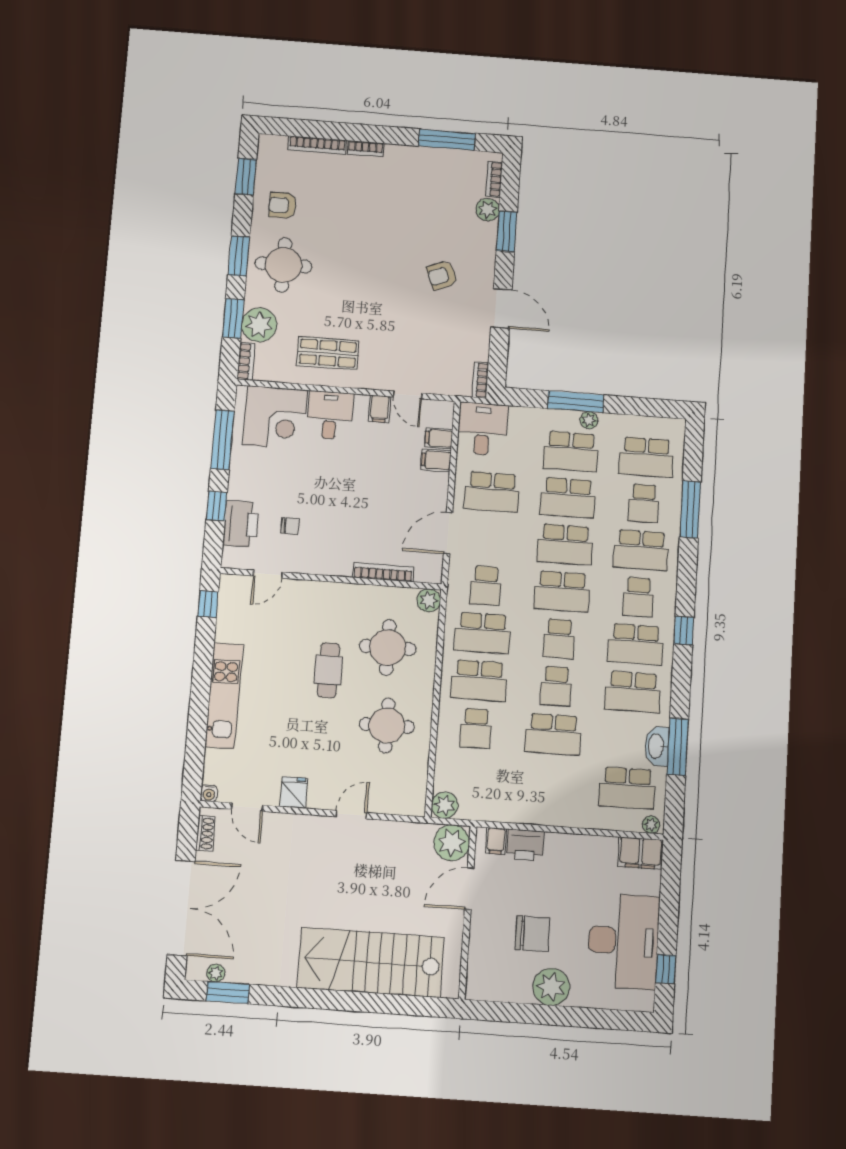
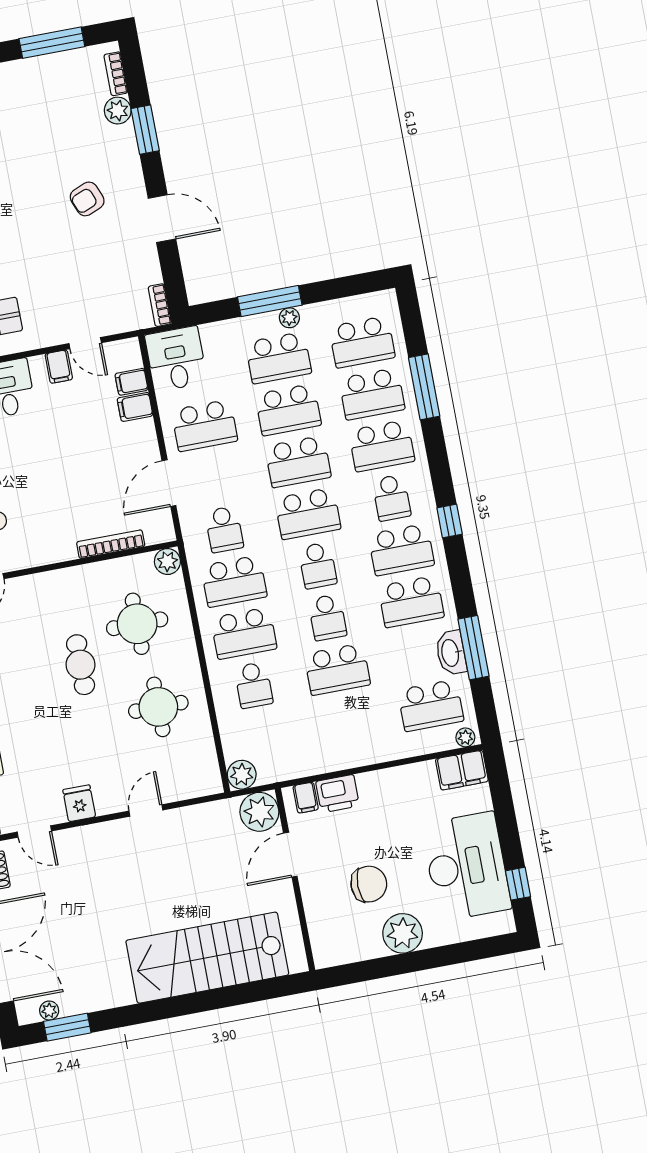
school desk: (644, 503) -> (372, 394), width x1.85

